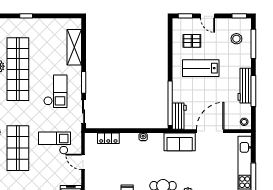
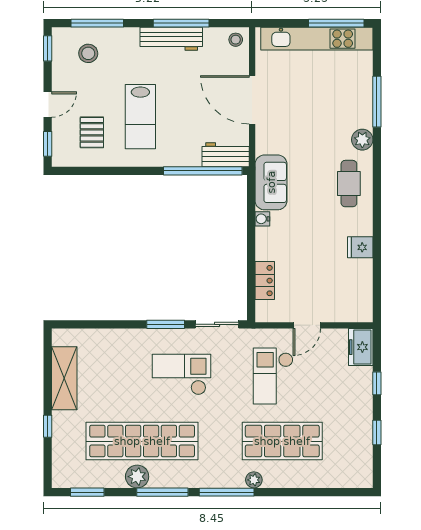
shelving: (74, 47) -> (64, 378), moved, turned 90
sofa: (180, 142) -> (271, 182), moved

